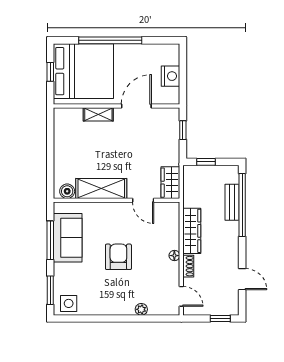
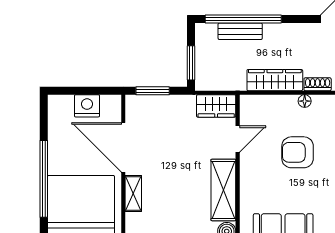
door: (136, 106) -> (123, 147), width x1.36
window: (183, 130) -> (153, 91), width x1.50
window: (206, 162) -> (191, 63), width x1.50
armchair: (118, 257) -> (298, 152), moved

